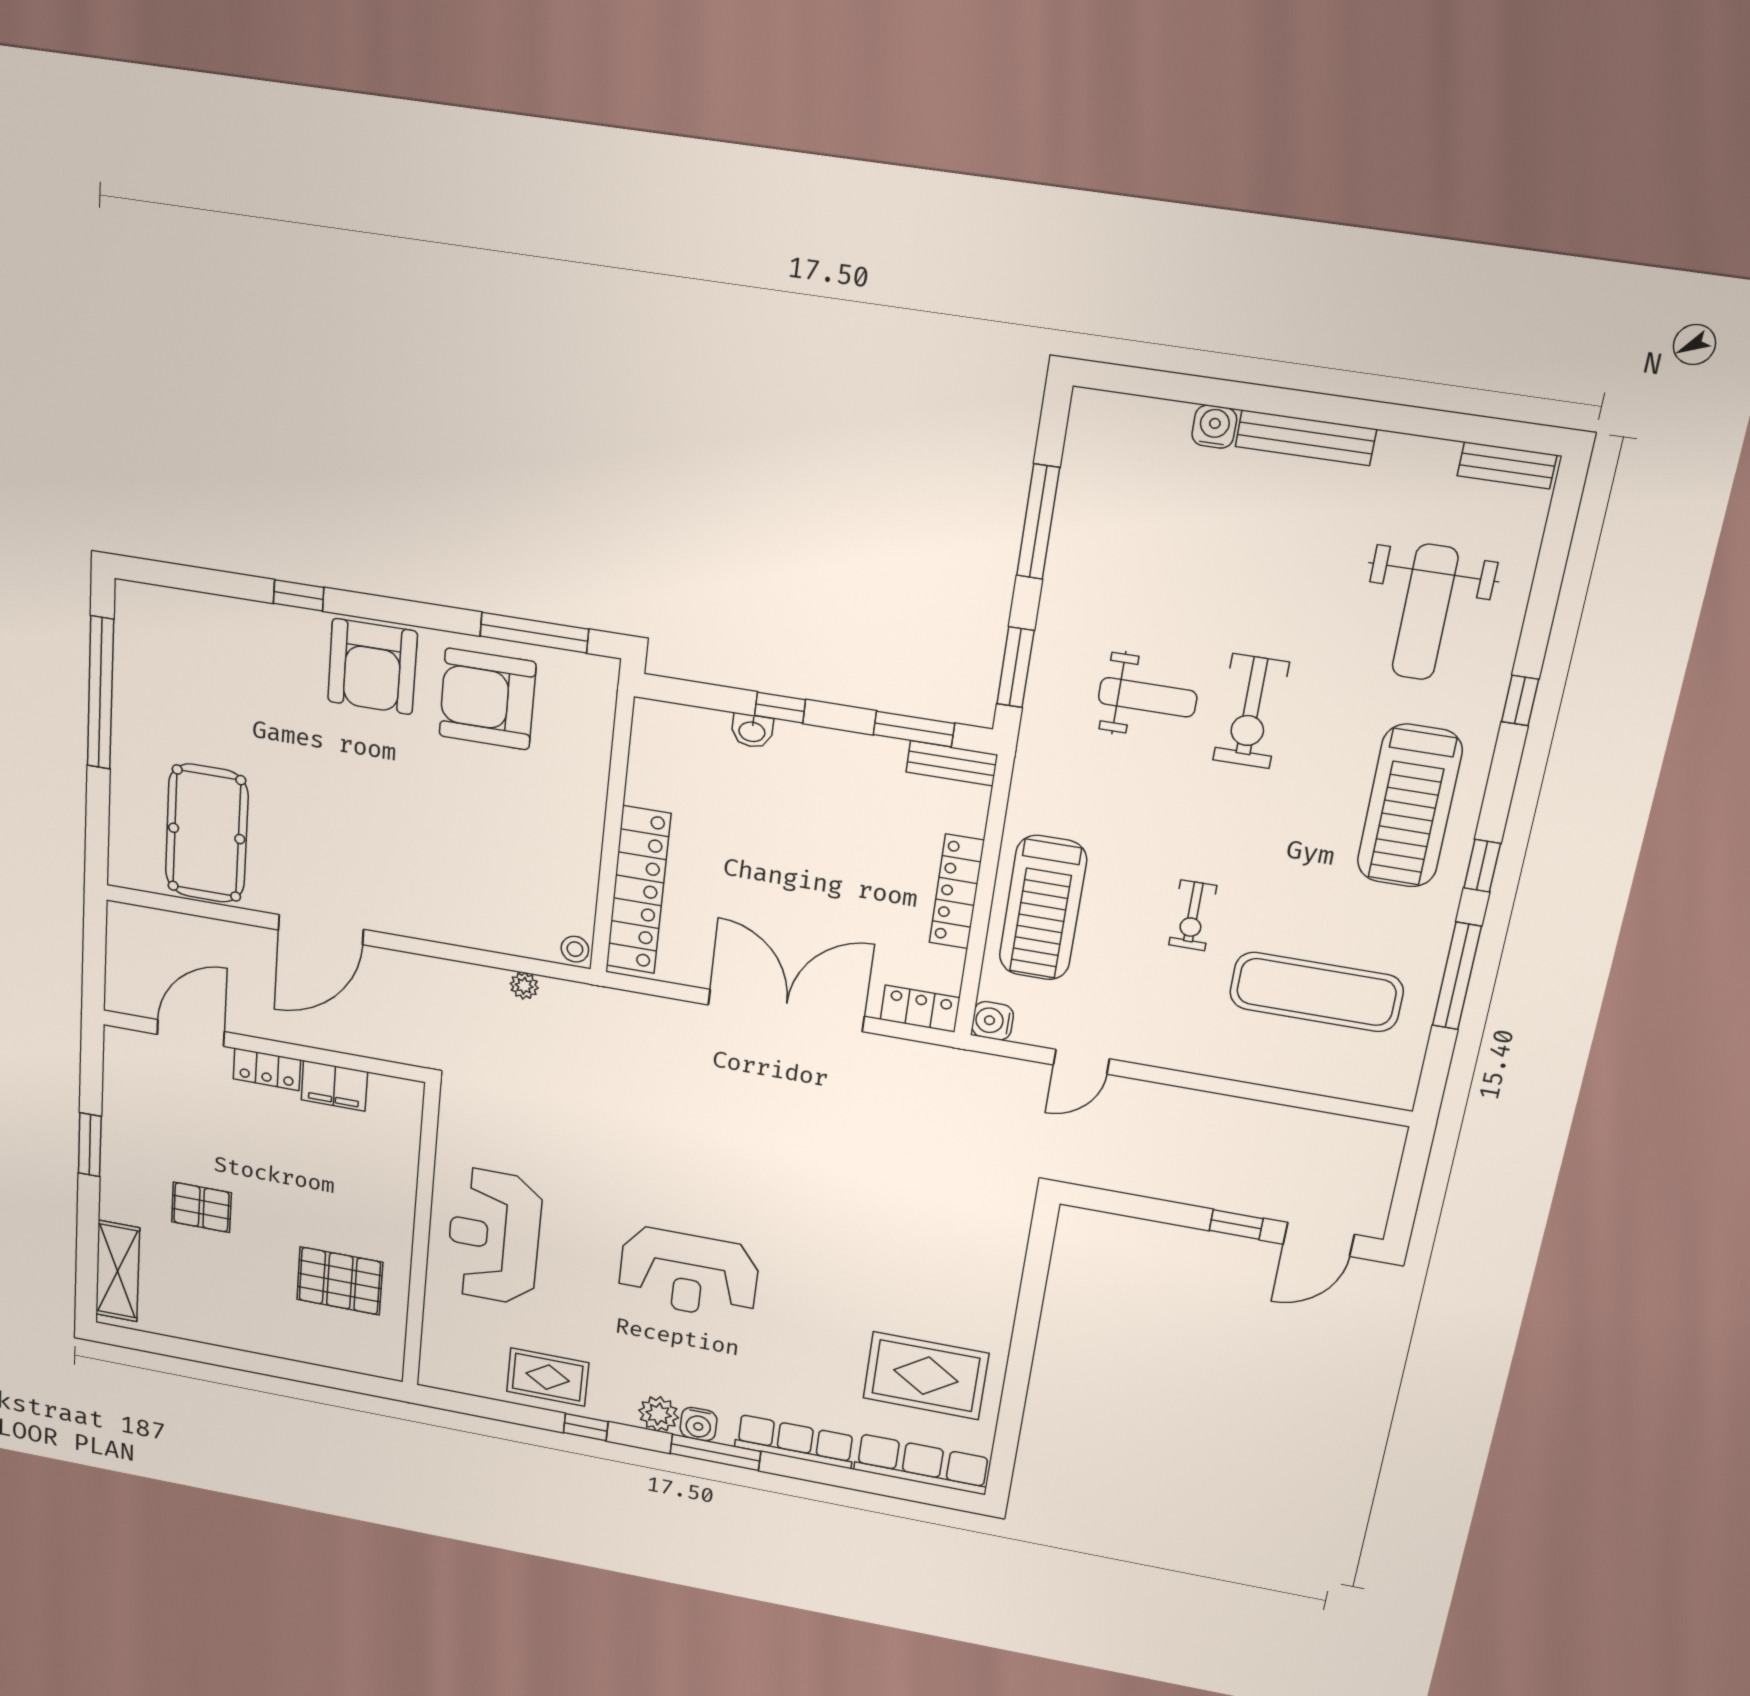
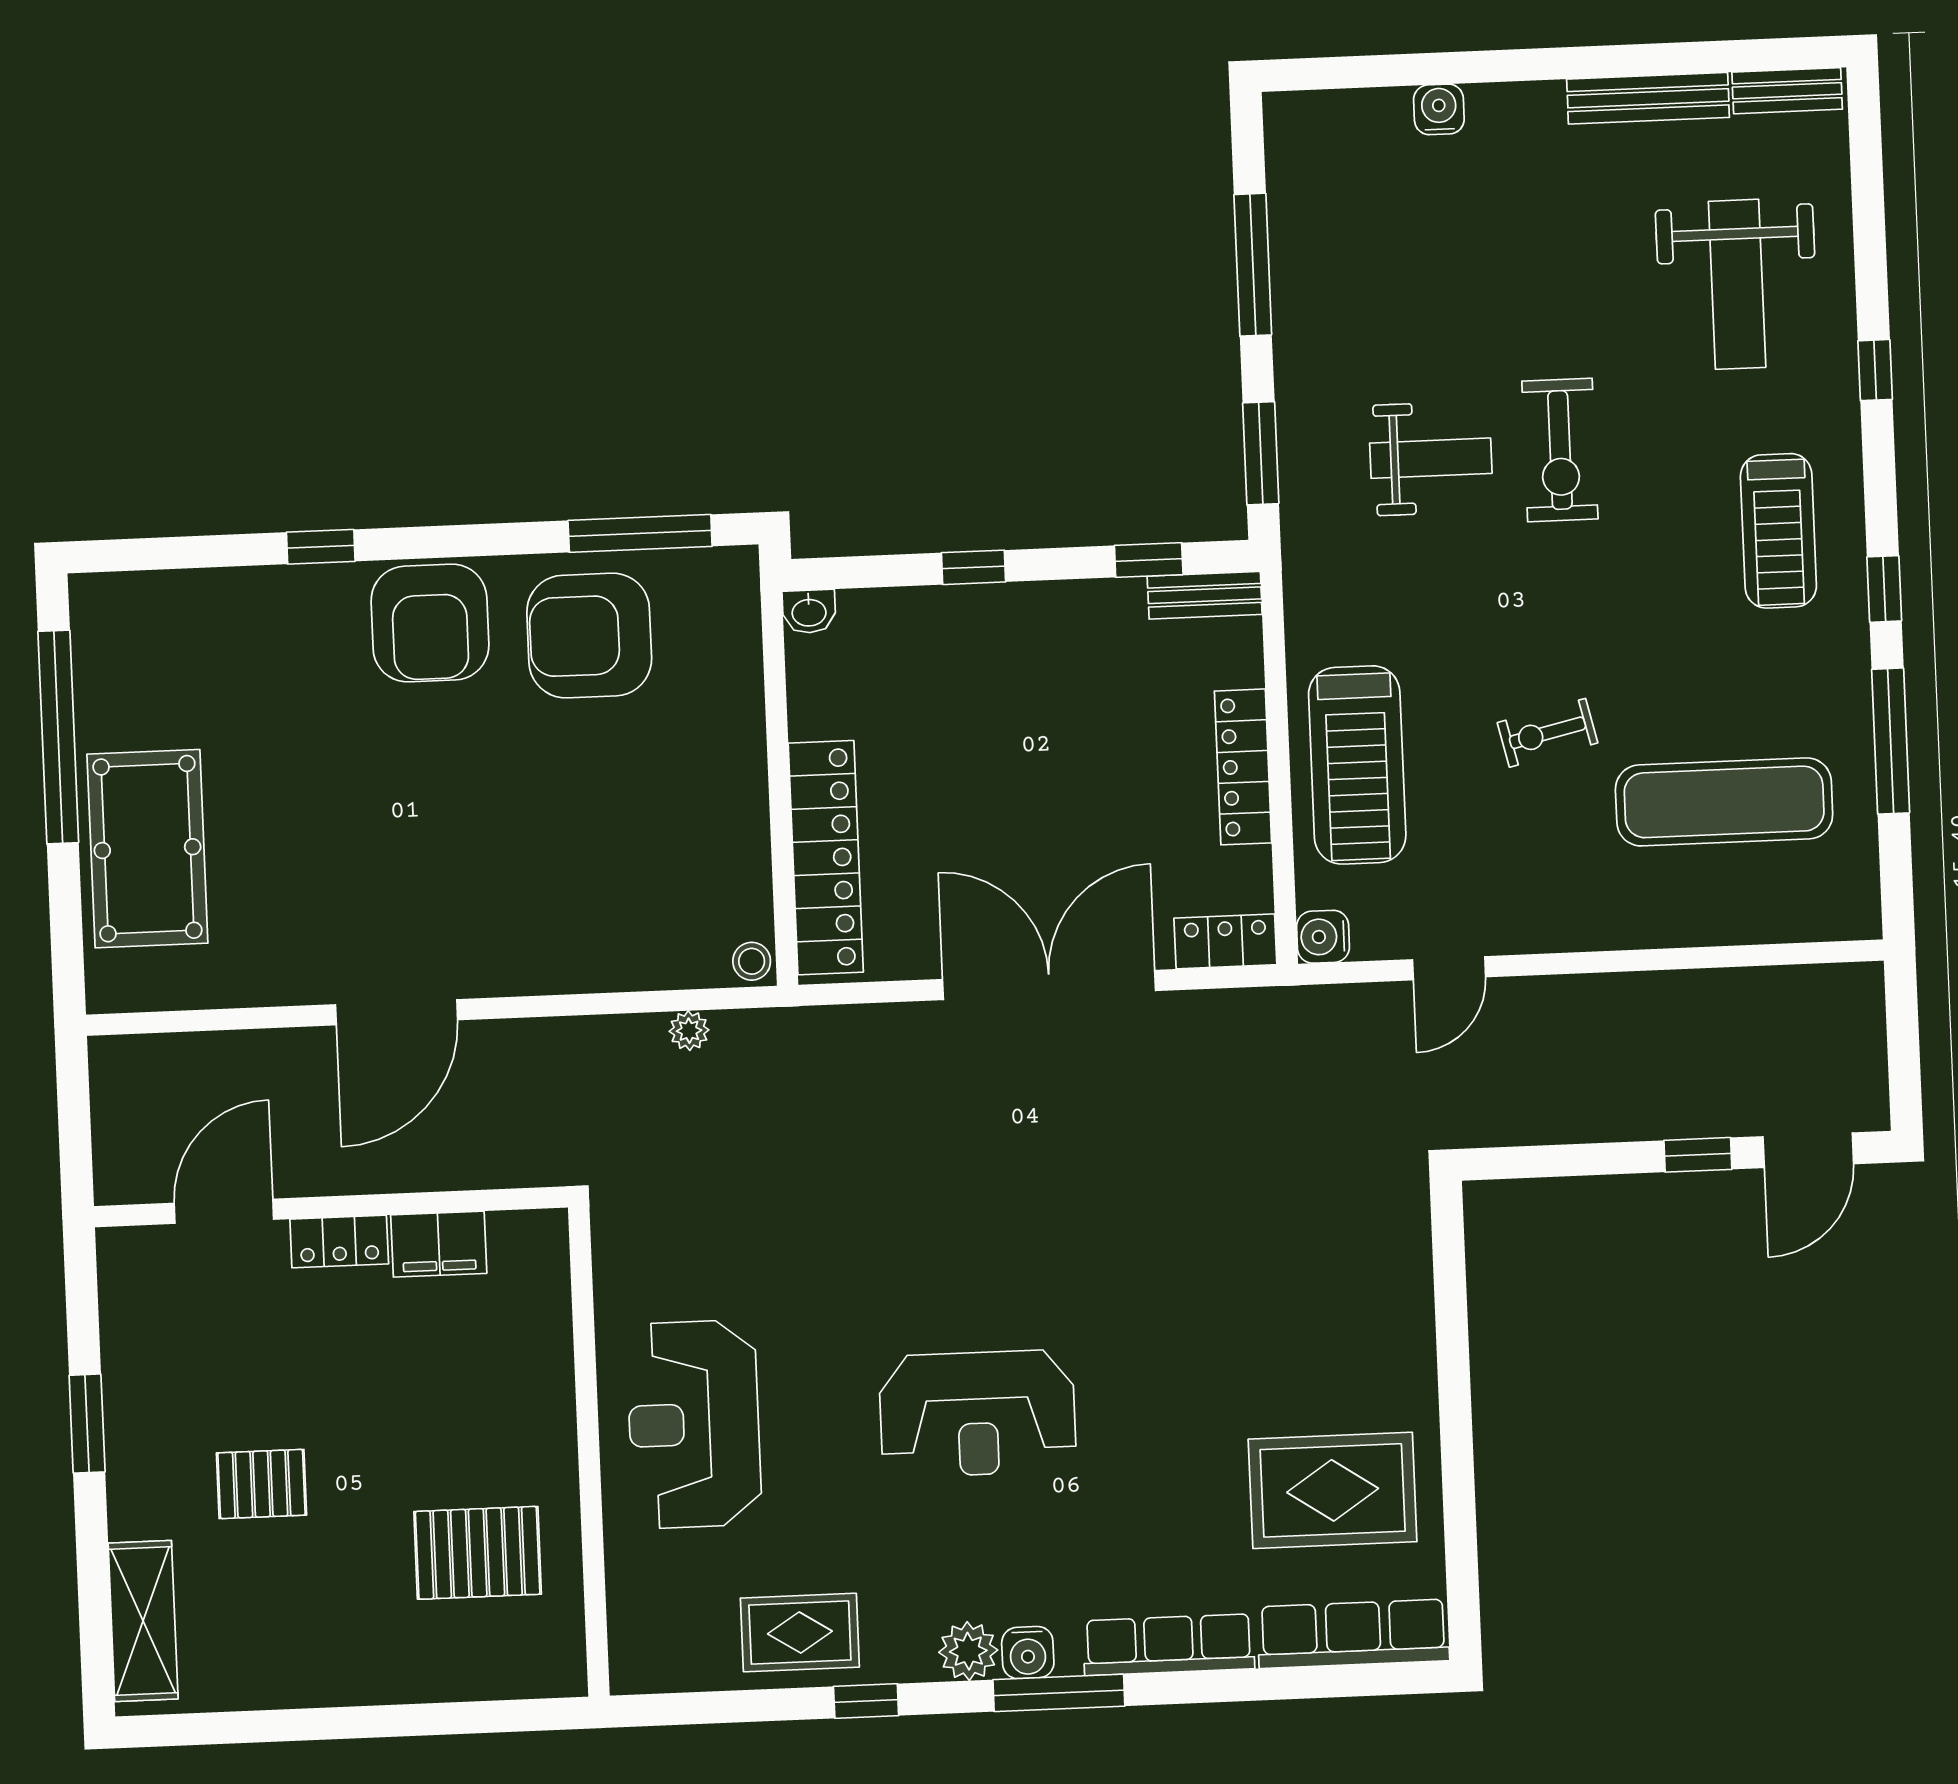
bench: (1306, 438) -> (1648, 98), moved
window: (914, 729) -> (1149, 560), width x0.67
washbasin: (752, 731) -> (809, 611), moved
treadmill: (1409, 806) -> (1778, 531), width x0.73, depth x0.73
pool table: (207, 833) -> (147, 849), moved
exercise bike: (1193, 915) -> (1547, 733), turned 77

